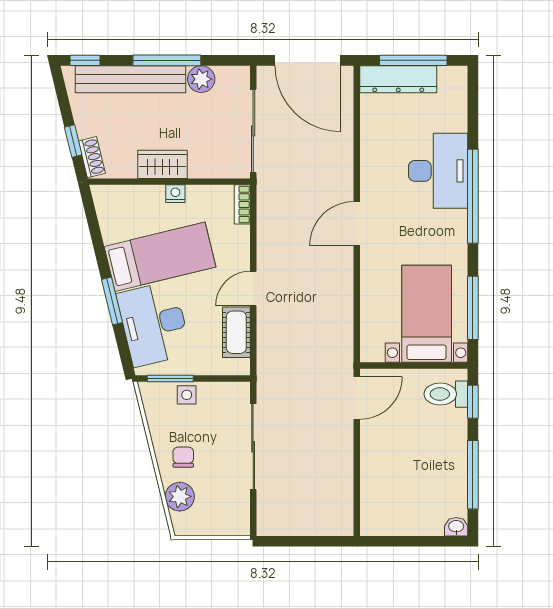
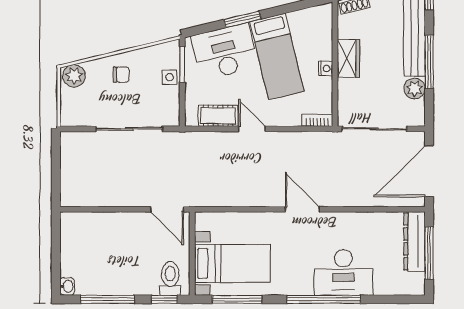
plant: (180, 497) -> (74, 76), moved

